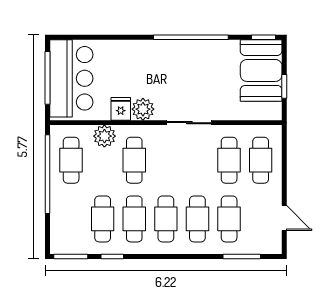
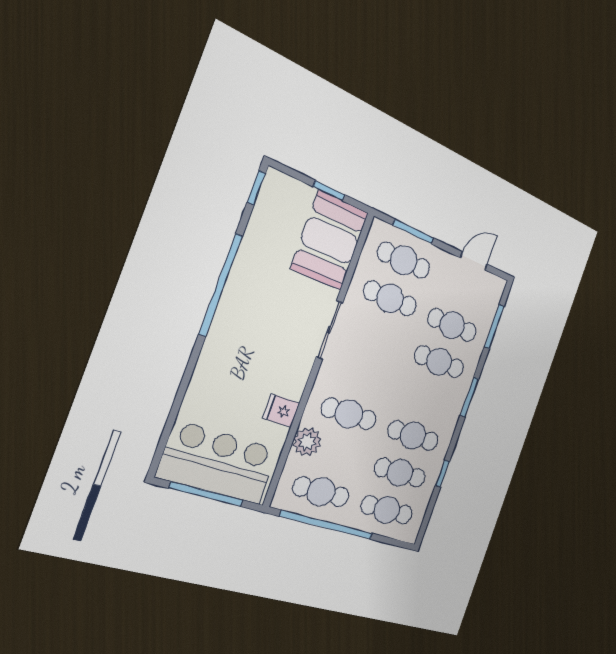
booth: (261, 70) -> (330, 240), moved, turned 90
plant: (143, 109) -> (292, 382), removed
window: (284, 159) -> (413, 232), added
cafe table: (166, 219) -> (387, 510), moved
window: (71, 257) -> (469, 397), moved

